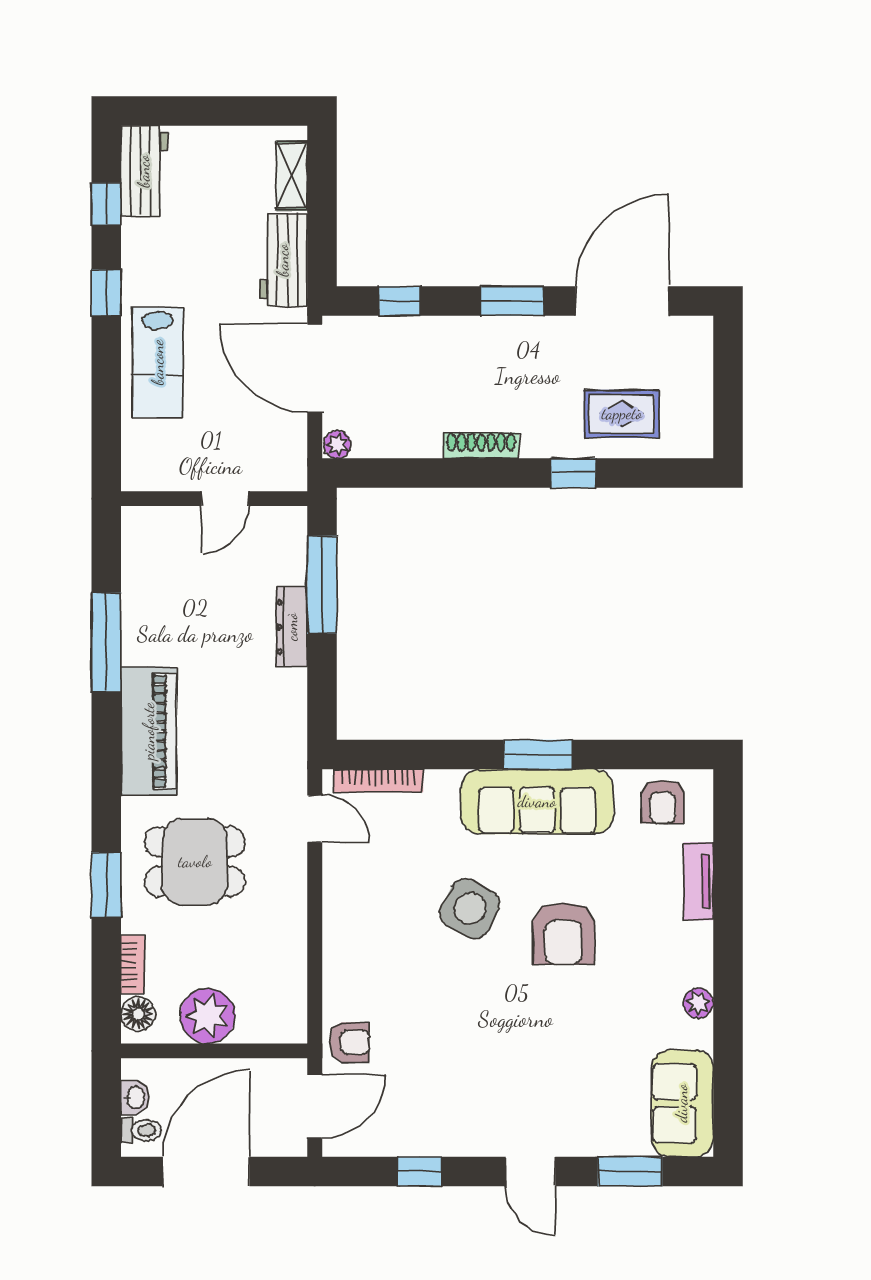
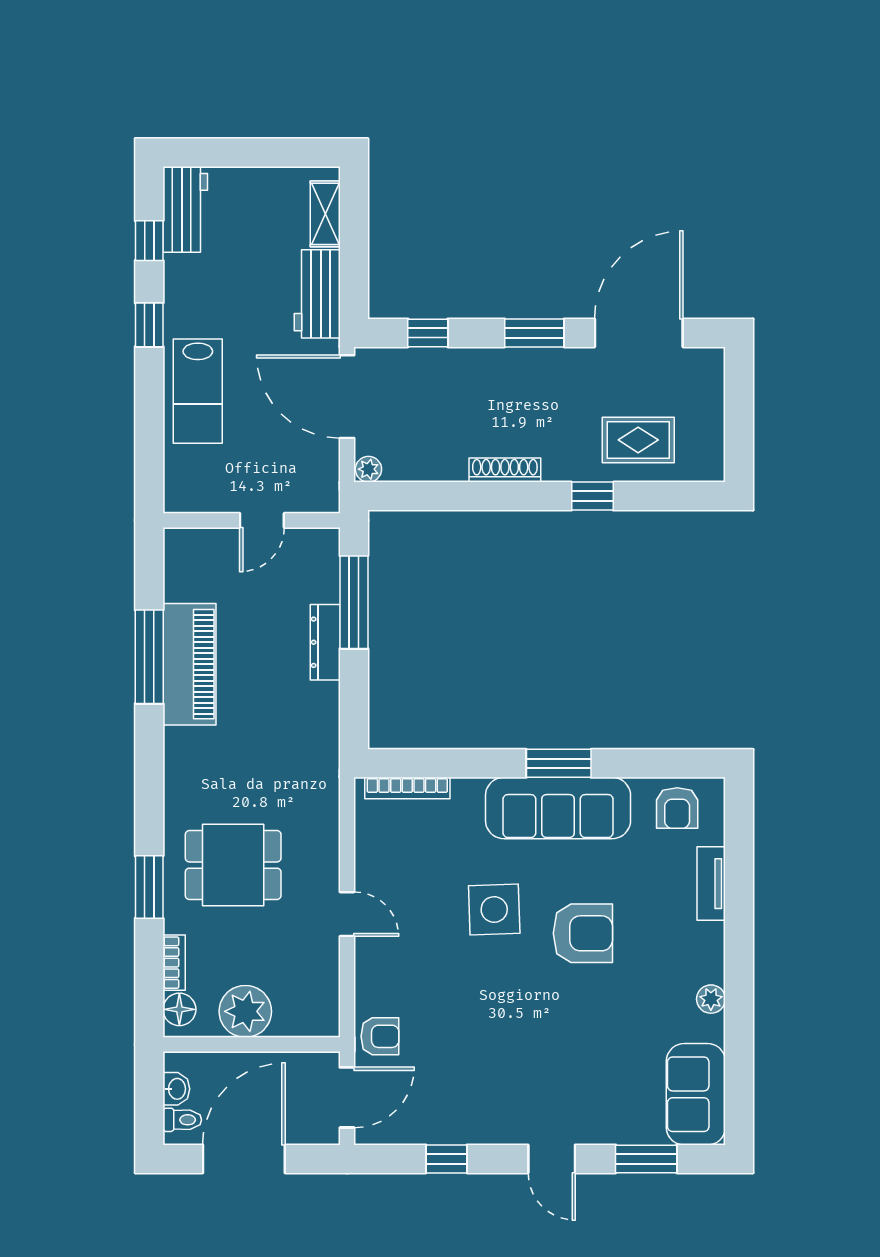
piano: (149, 731) -> (189, 664), moved
door: (315, 819) -> (347, 914), moved
side table: (470, 909) -> (494, 909), turned -30
armchair: (563, 934) -> (583, 933), turned -90

